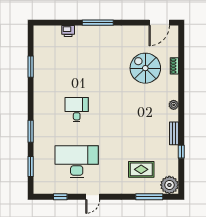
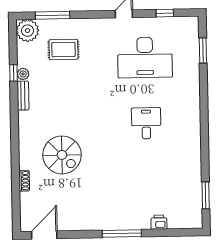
window: (31, 67) -> (206, 195), moved
spiral stairs: (145, 68) -> (62, 155), moved
plant: (174, 105) -> (23, 74), moved
desk: (77, 110) -> (146, 123), turned 180
window: (31, 131) -> (204, 95), removed

